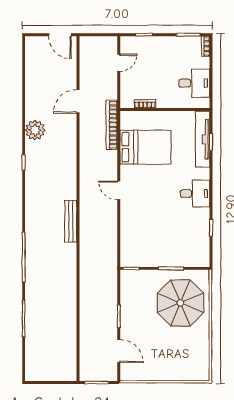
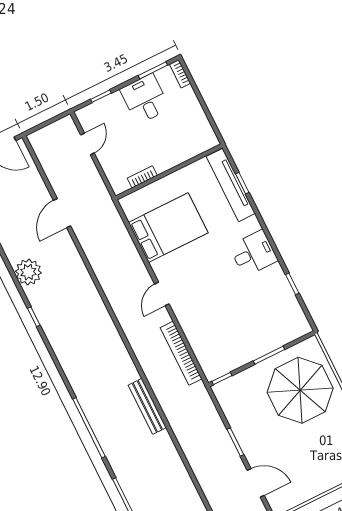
desk: (194, 83) -> (145, 99), moved, turned -90
bookcase: (112, 125) -> (181, 353), moved
door: (119, 190) -> (162, 294), hinge flipped
bench: (71, 221) -> (147, 406), moved

